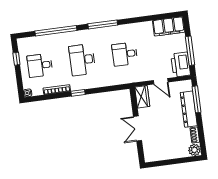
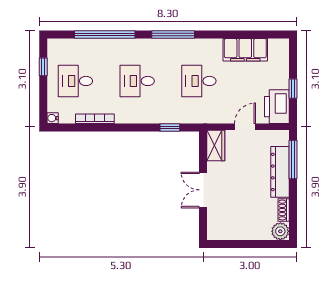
filing cabinet: (169, 26) -> (245, 50), moved
window: (190, 51) -> (293, 89), width x0.46
desk: (82, 60) -> (137, 81), width x0.73
door: (161, 81) -> (245, 127), swing flipped
window: (78, 93) -> (170, 128), moved

